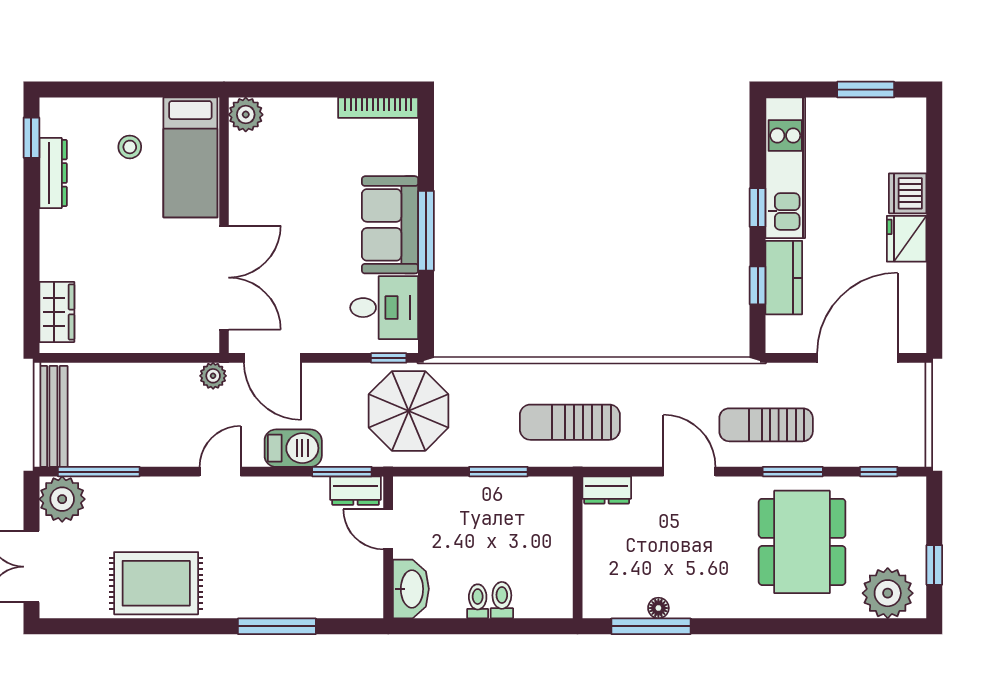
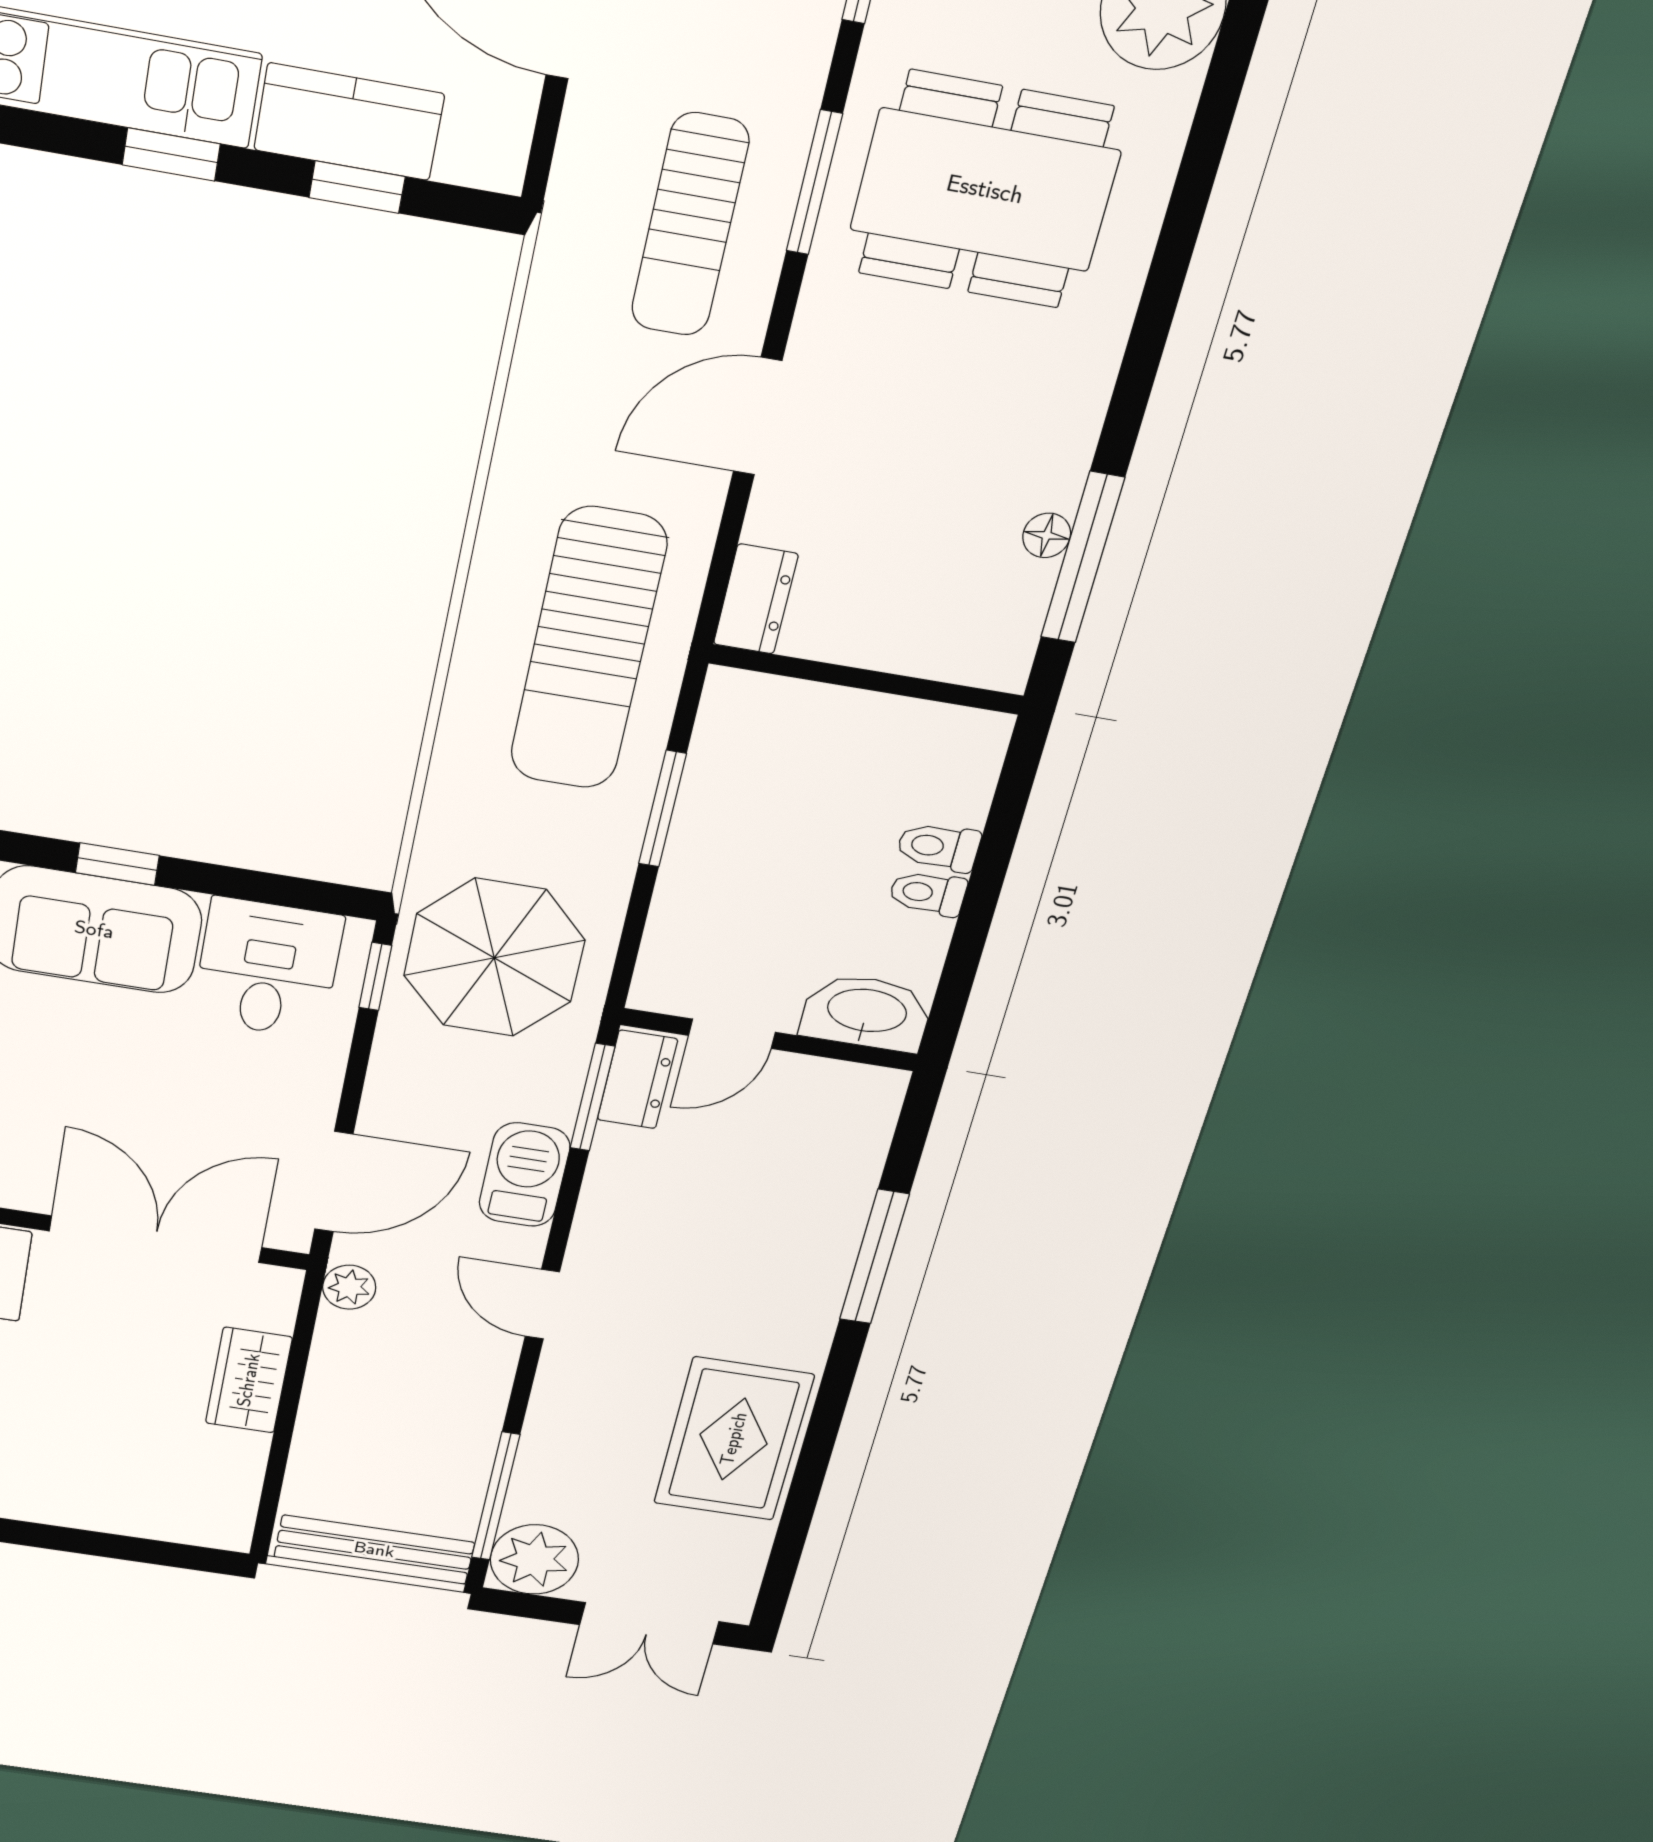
window: (426, 231) -> (117, 864), width x0.46
wardrobe: (57, 312) -> (249, 1380), moved, turned -90
sun lounger: (570, 422) -> (588, 650), width x1.36, depth x1.34

